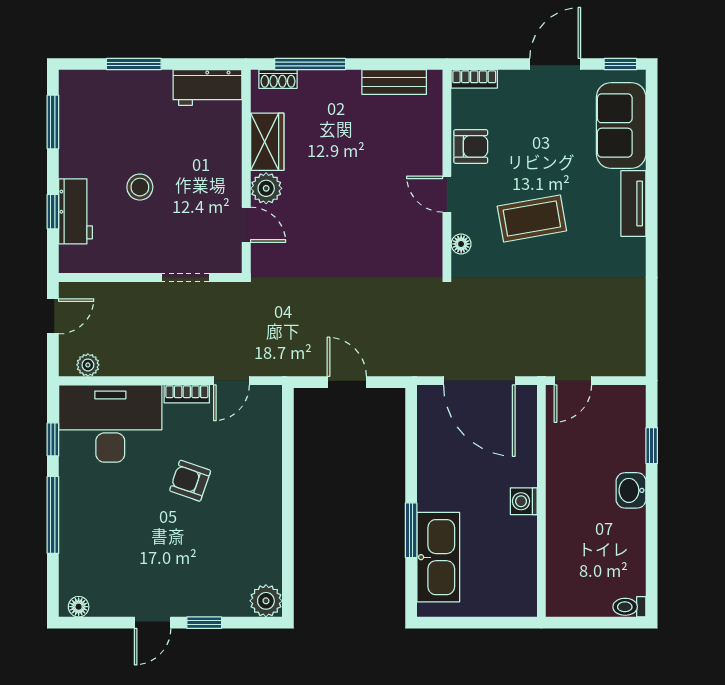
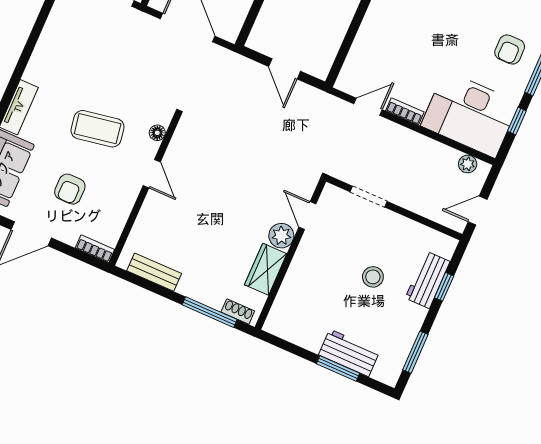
workbench: (208, 88) -> (349, 353), moved
armchair: (471, 146) -> (70, 189), moved, turned -90
armchair: (190, 481) -> (510, 50), moved, turned 71

